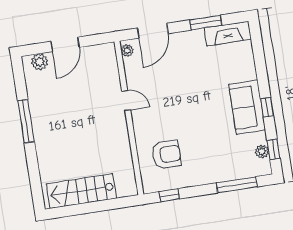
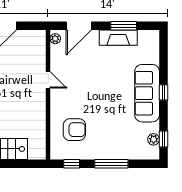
fireplace: (228, 34) -> (118, 38), moved
sofa: (247, 107) -> (147, 93), width x1.36
window: (267, 107) -> (163, 92), moved
window: (237, 185) -> (111, 164), moved

